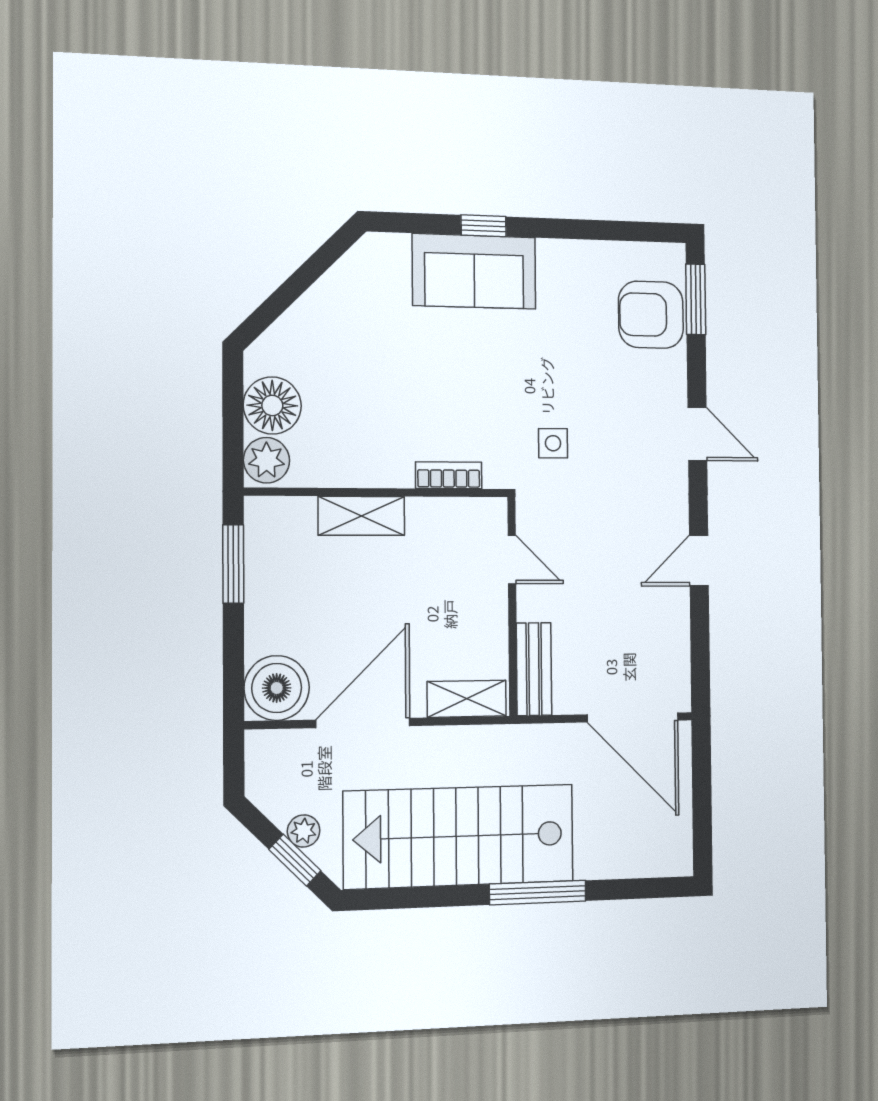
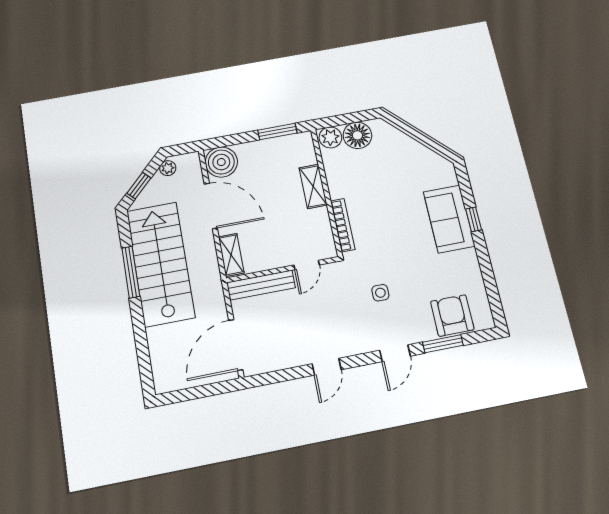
window: (696, 299) -> (443, 344), moved
side table: (553, 443) -> (380, 293), moved
bookcase: (449, 475) -> (343, 225), width x1.56
door: (699, 561) -> (327, 367), swing flipped
bench: (534, 669) -> (261, 285), width x1.36
plant: (304, 831) -> (168, 168), moved
window: (538, 893) -> (131, 272), moved

